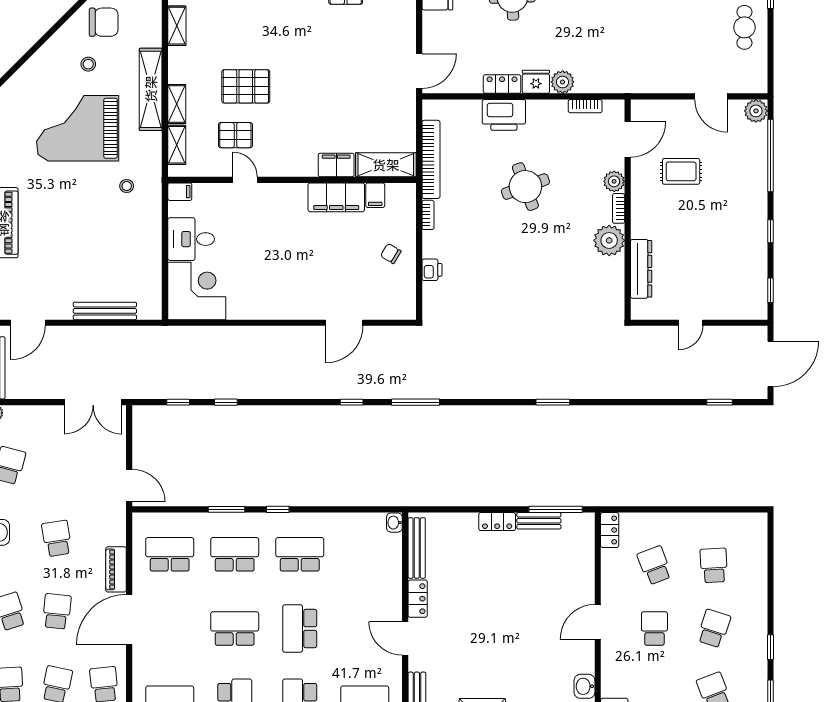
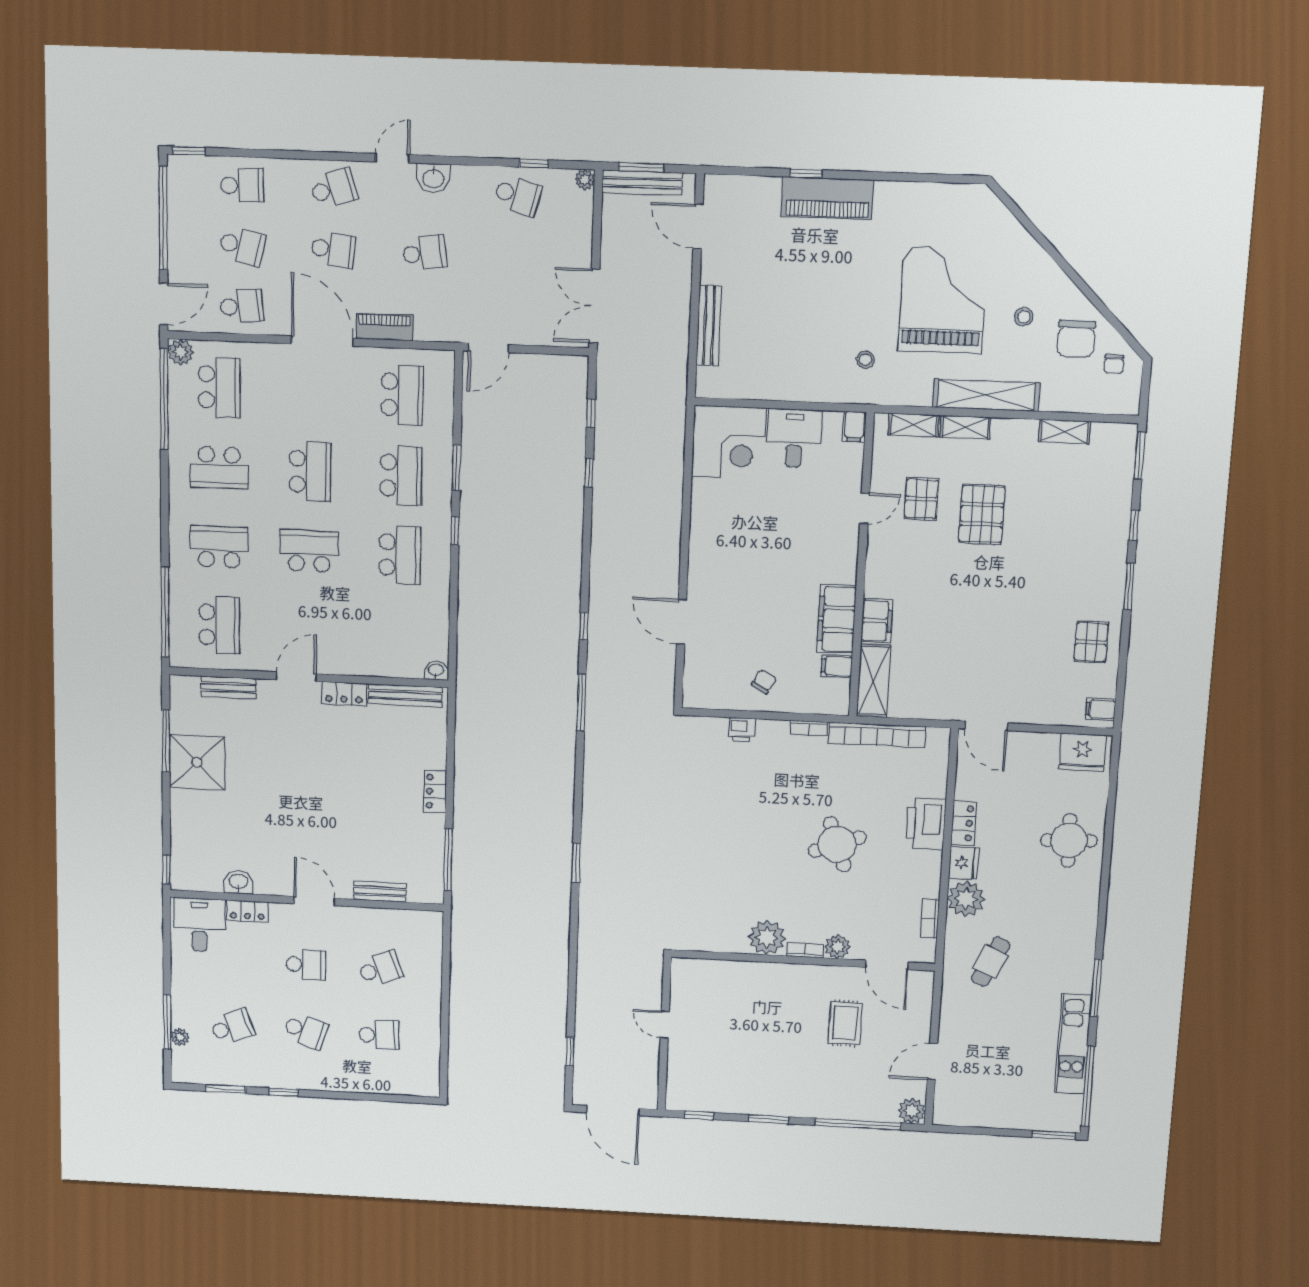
cafe table: (744, 27) -> (991, 962), moved, turned -65
plant: (563, 82) -> (966, 899), width x1.36, depth x1.36
window: (770, 231) -> (769, 1119), width x1.50
dresser: (641, 269) -> (731, 972), removed
bench: (539, 521) -> (380, 891), moved, turned 90
locker: (610, 530) -> (247, 911), moved

